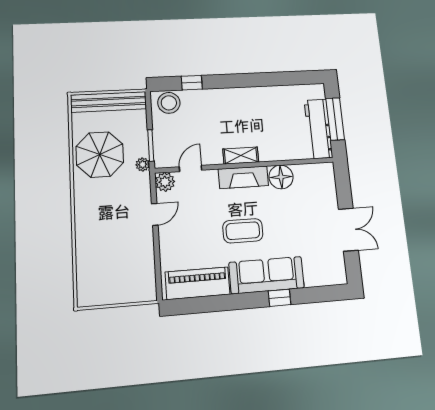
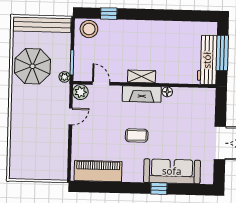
door: (191, 168) -> (101, 83), hinge flipped
floor lamp: (281, 177) -> (167, 92), width x0.53, depth x0.53
coffee table: (243, 231) -> (137, 135), width x0.73, depth x0.77
sofa: (267, 275) -> (172, 171), moved

